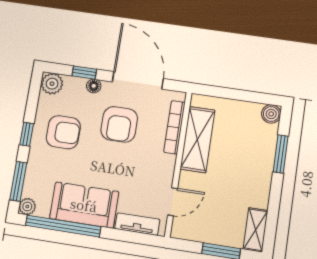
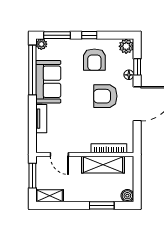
bookcase: (174, 127) -> (109, 148), moved
shelving: (197, 140) -> (103, 165), moved
wall: (178, 164) -> (85, 154), moved
door: (173, 202) -> (59, 154), moved

